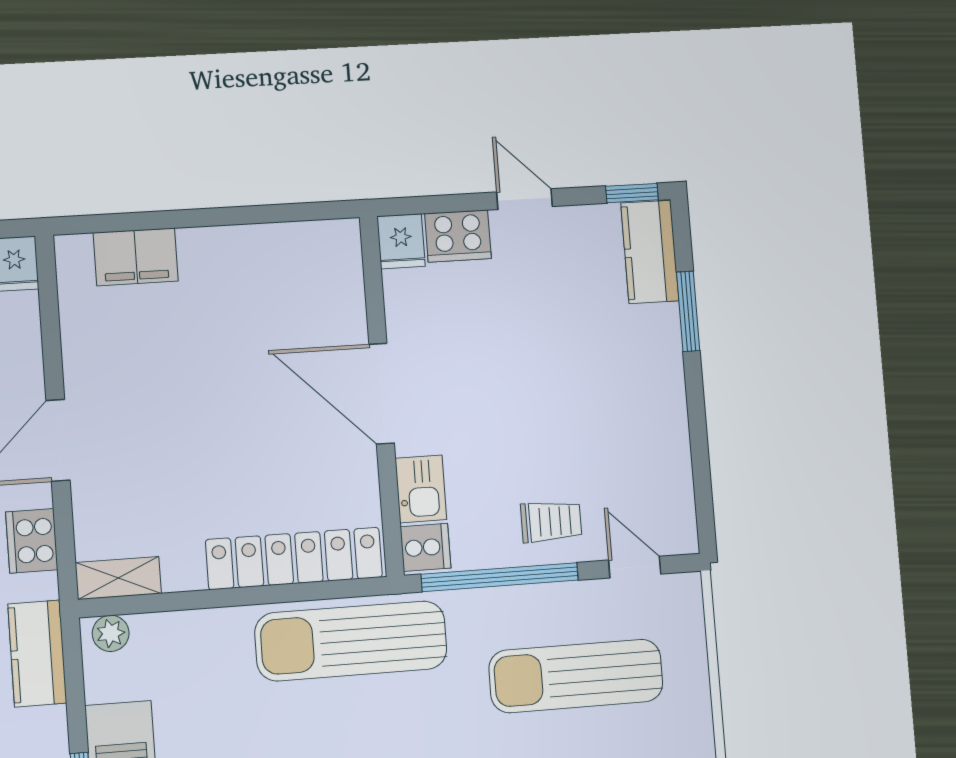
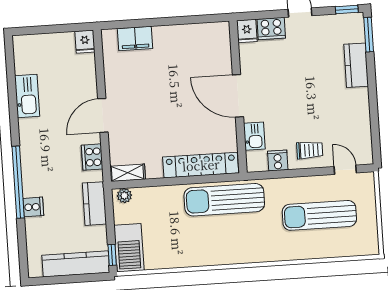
kitchen counter: (650, 252) -> (356, 65), moved
window: (688, 311) -> (369, 35), moved
cooker: (426, 547) -> (278, 160), moved, turned -90
window: (500, 577) -> (287, 174), removed

